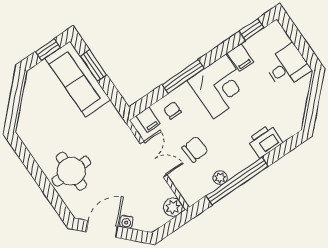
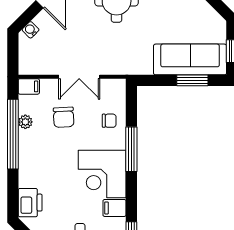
filing cabinet: (148, 120) -> (29, 86), moved, turned 180
printer: (265, 141) -> (30, 203), moved
plant: (173, 207) -> (28, 65), removed
water cooler: (126, 222) -> (31, 30), moved

